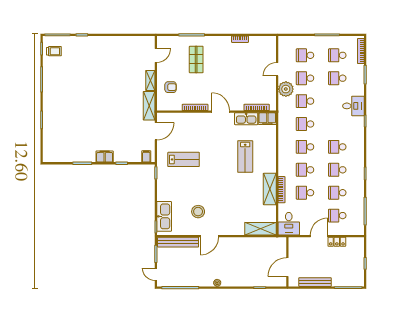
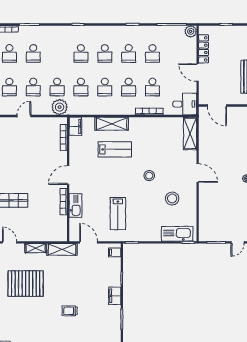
door: (277, 69) -> (24, 116), swing flipped
pallet: (116, 71) -> (26, 284), added
armchair: (171, 87) -> (43, 227), removed
plant: (286, 89) -> (60, 107), moved
desk: (353, 106) -> (62, 37), removed
trolley: (90, 113) -> (70, 311), added
kitchen sink: (246, 119) -> (75, 205), moved
lab bench: (184, 159) -> (118, 214), turned 180
shelving: (270, 189) -> (112, 124), moved
stool: (220, 190) -> (149, 176), added
school desk: (337, 216) -> (81, 53), moved
plant: (359, 229) -> (191, 31), added
door: (209, 236) -> (198, 173), moved
bench: (178, 242) -> (204, 219), removed
locker: (337, 242) -> (204, 49), width x1.53
door: (287, 267) -> (217, 106), moved

